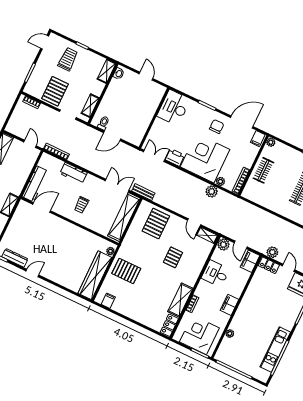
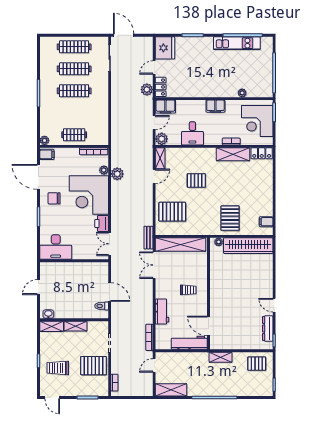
shelving: (90, 106) -> (76, 326), moved

